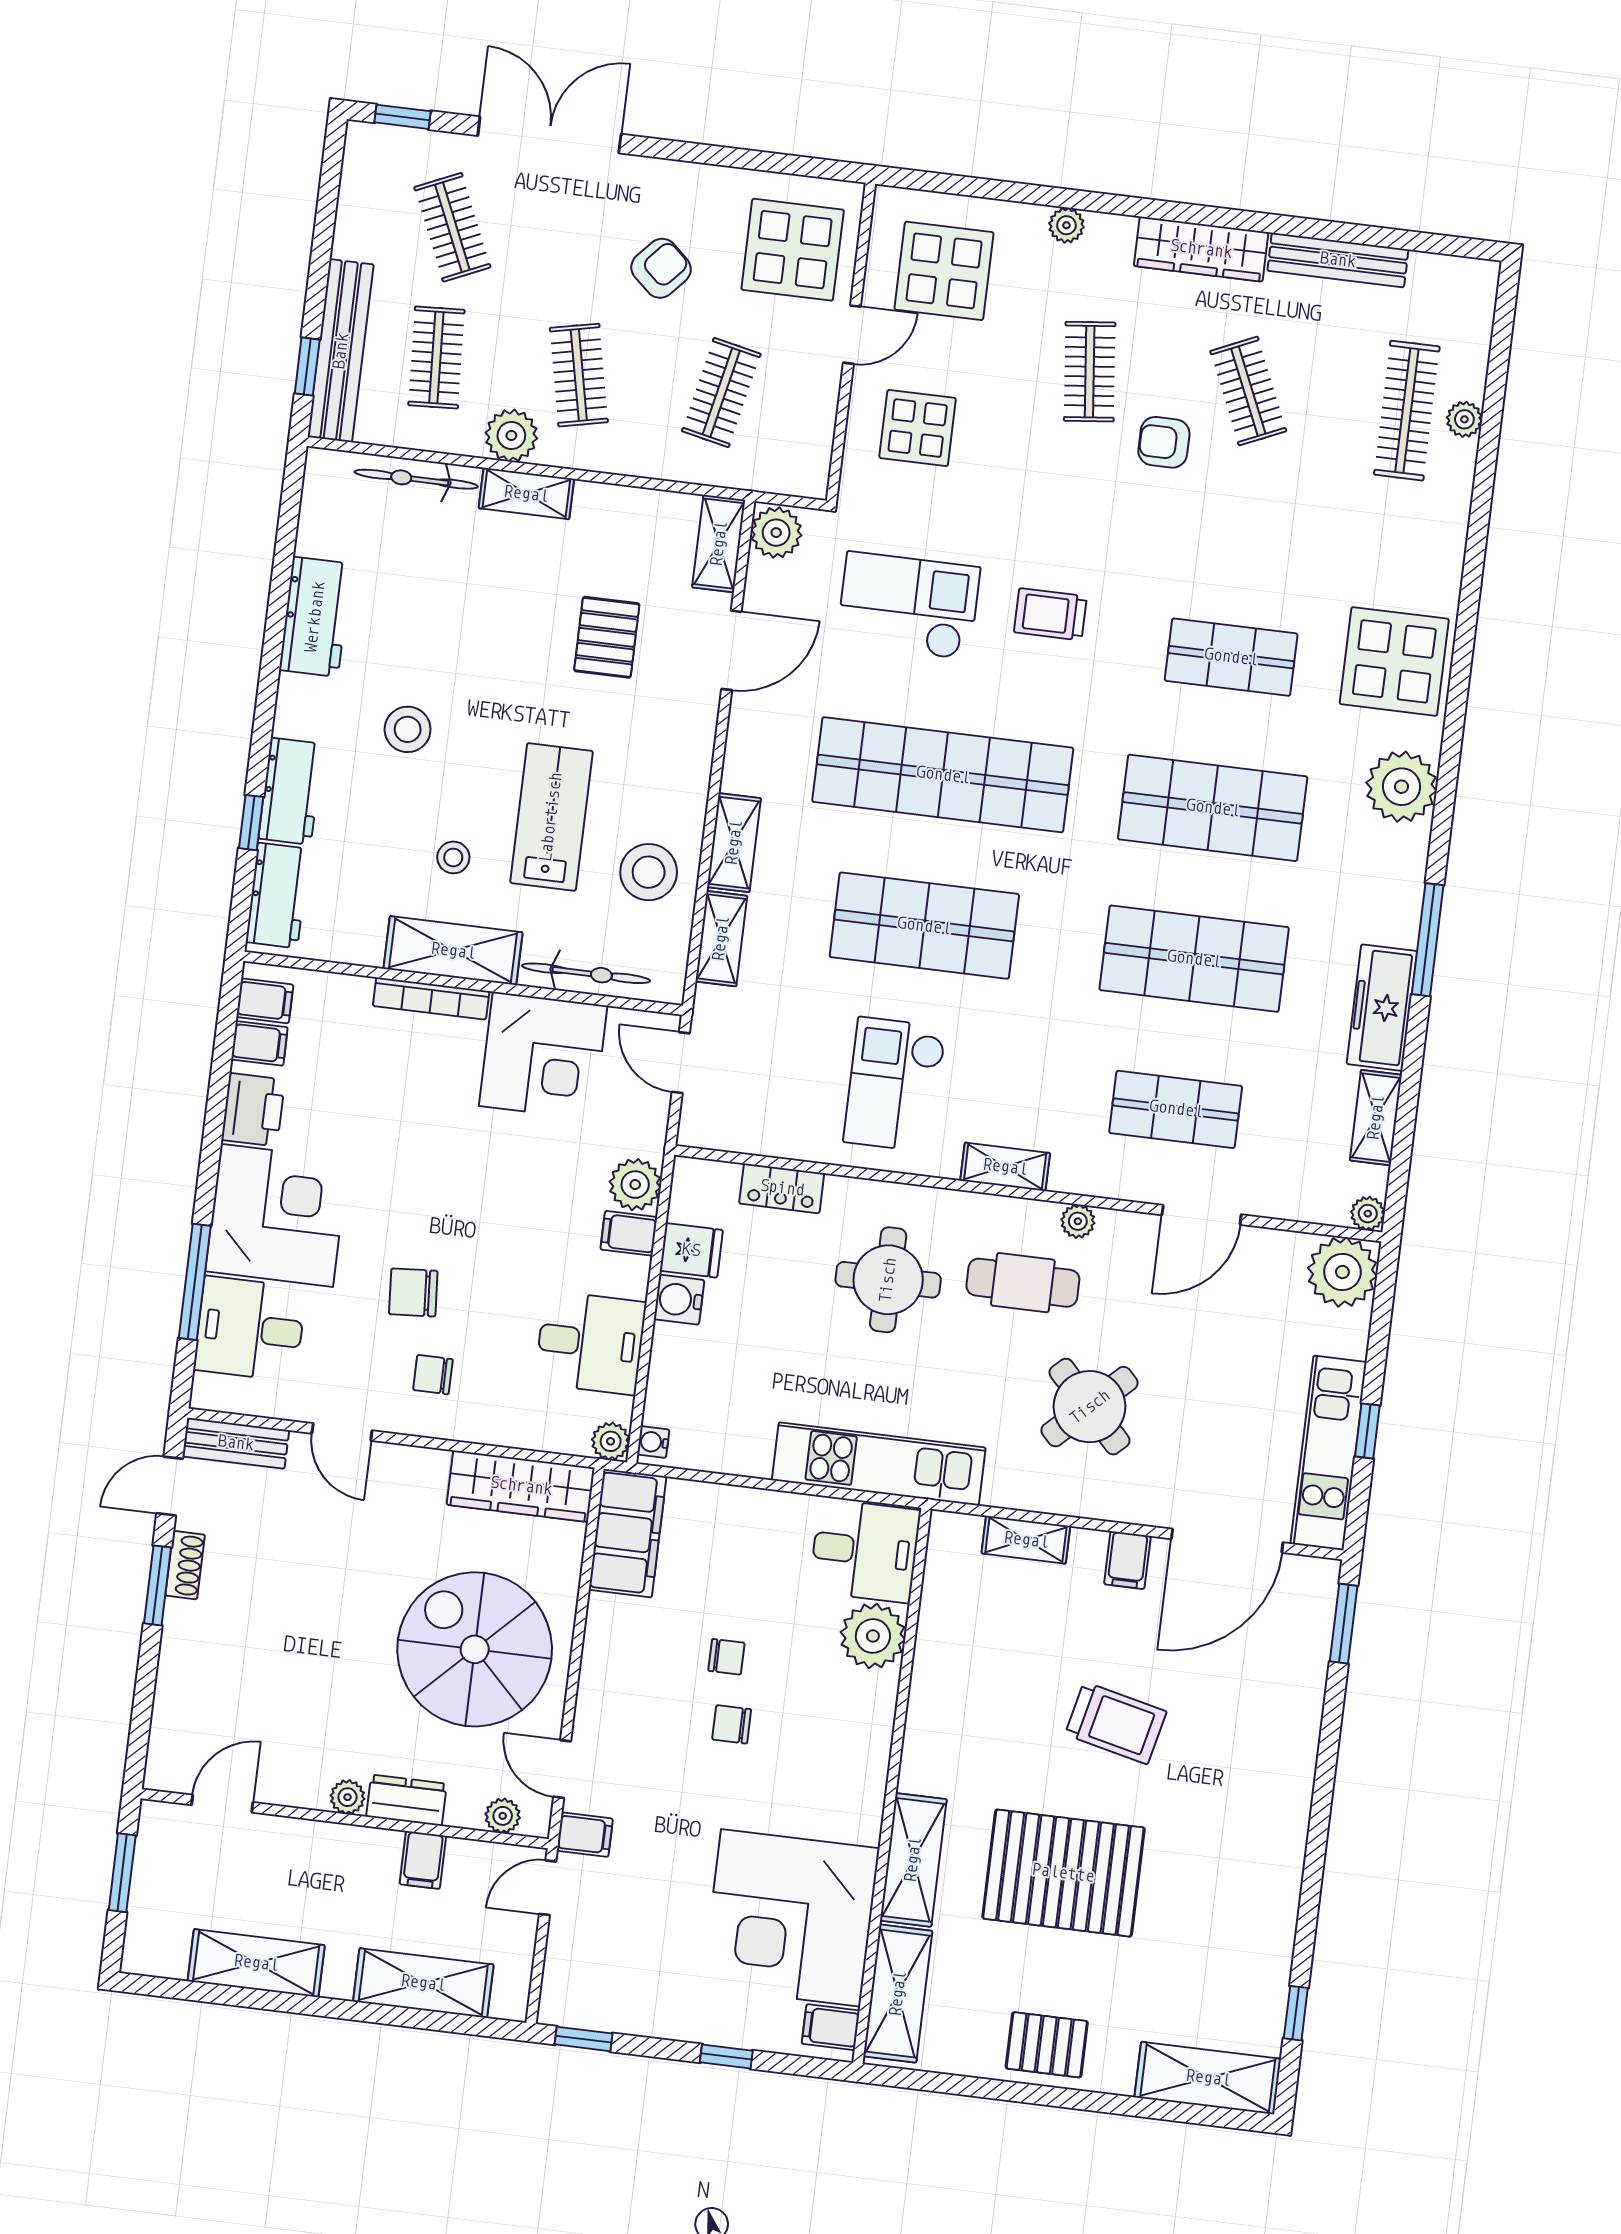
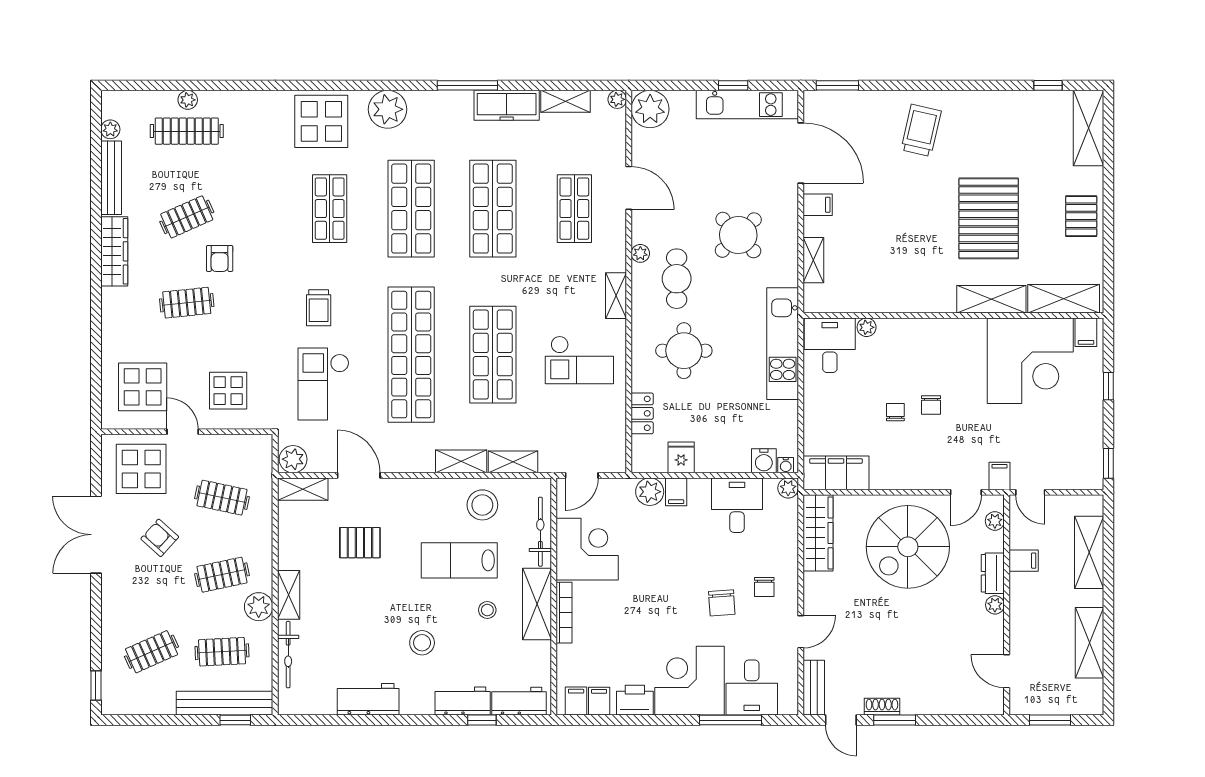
double door: (549, 135) -> (96, 535), moved
plant: (1066, 225) -> (110, 129), moved
water cooler: (679, 1300) -> (764, 461), moved
plant: (873, 1636) -> (867, 327), width x0.53, depth x0.53
trolley: (1116, 1723) -> (921, 130), moved

